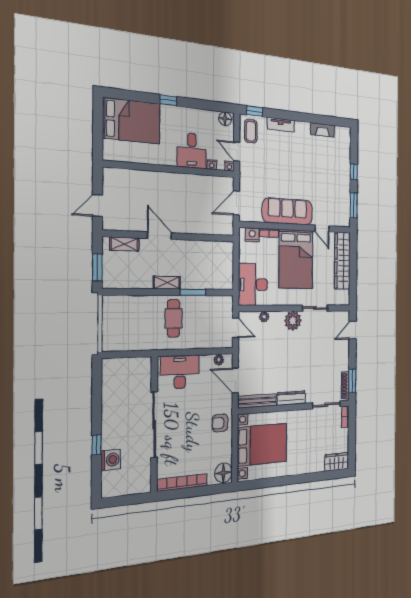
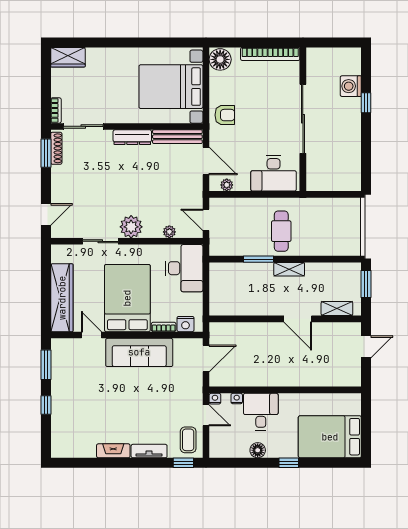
floor lamp: (225, 119) -> (258, 450), moved
fireplace: (322, 130) -> (113, 451), moved

